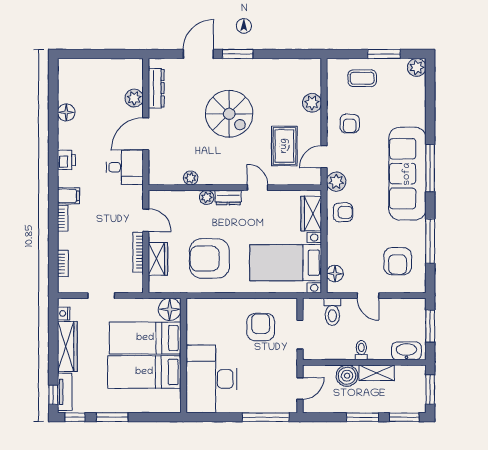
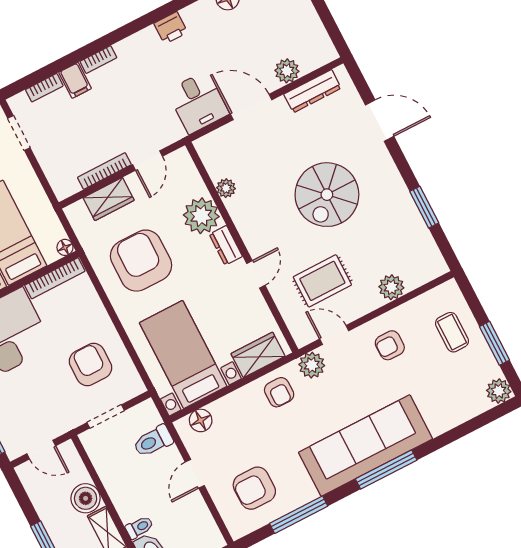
window: (238, 54) -> (424, 207), moved
filing cabinet: (68, 196) -> (75, 80), moved
plant: (207, 197) -> (201, 216), width x1.88, depth x1.88
doorway: (101, 296) -> (19, 133), moved
floor lamp: (170, 309) -> (65, 247), width x0.53, depth x0.53
bookcase: (192, 321) -> (55, 278), added
armchair: (261, 327) -> (90, 364), turned -90
toilet: (361, 350) -> (139, 527), moved

